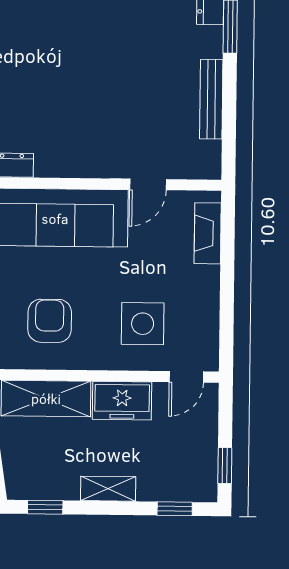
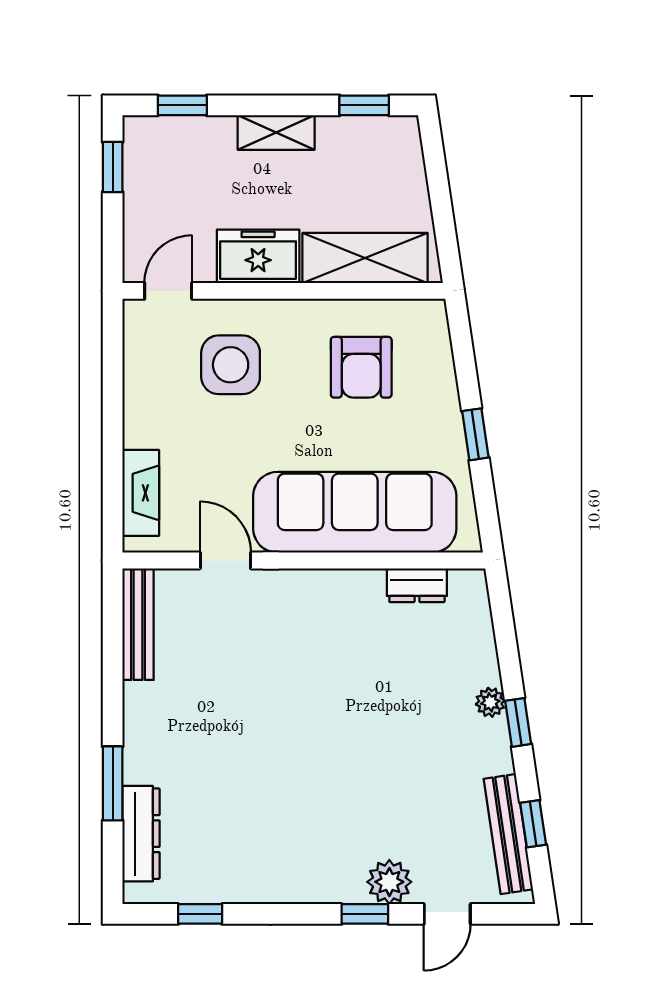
bench: (211, 99) -> (138, 624), moved
door: (148, 184) -> (225, 560), hinge flipped

